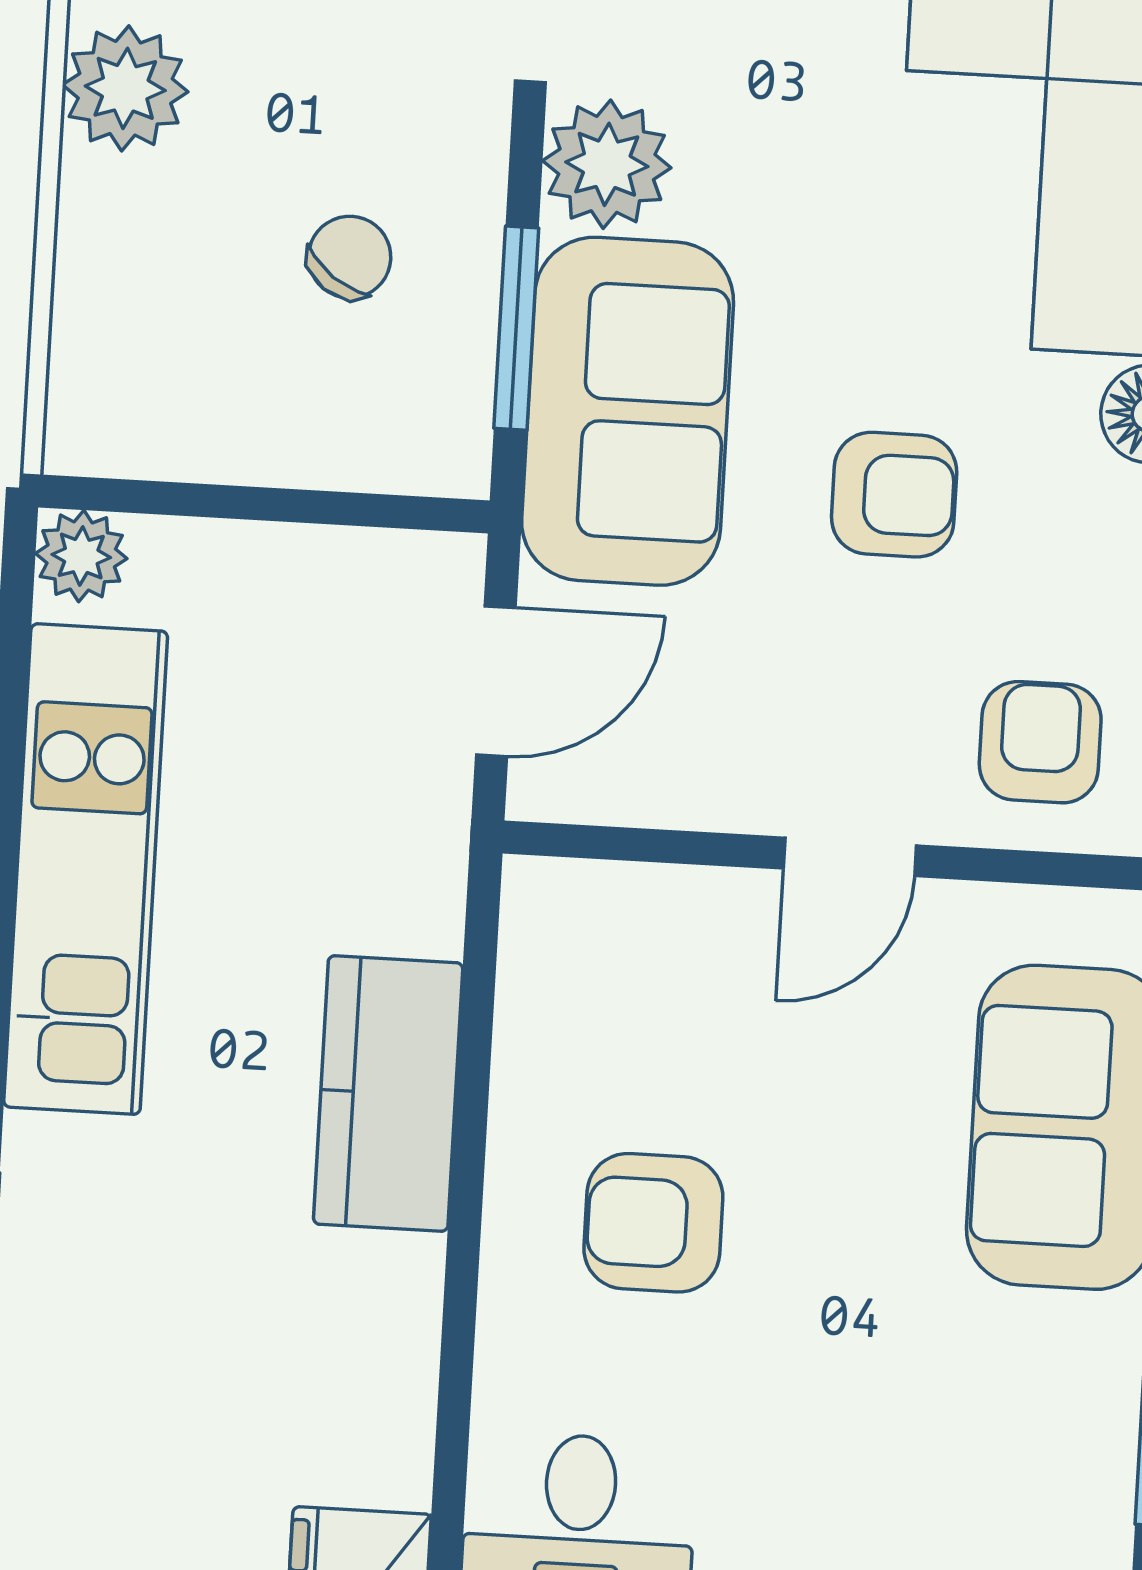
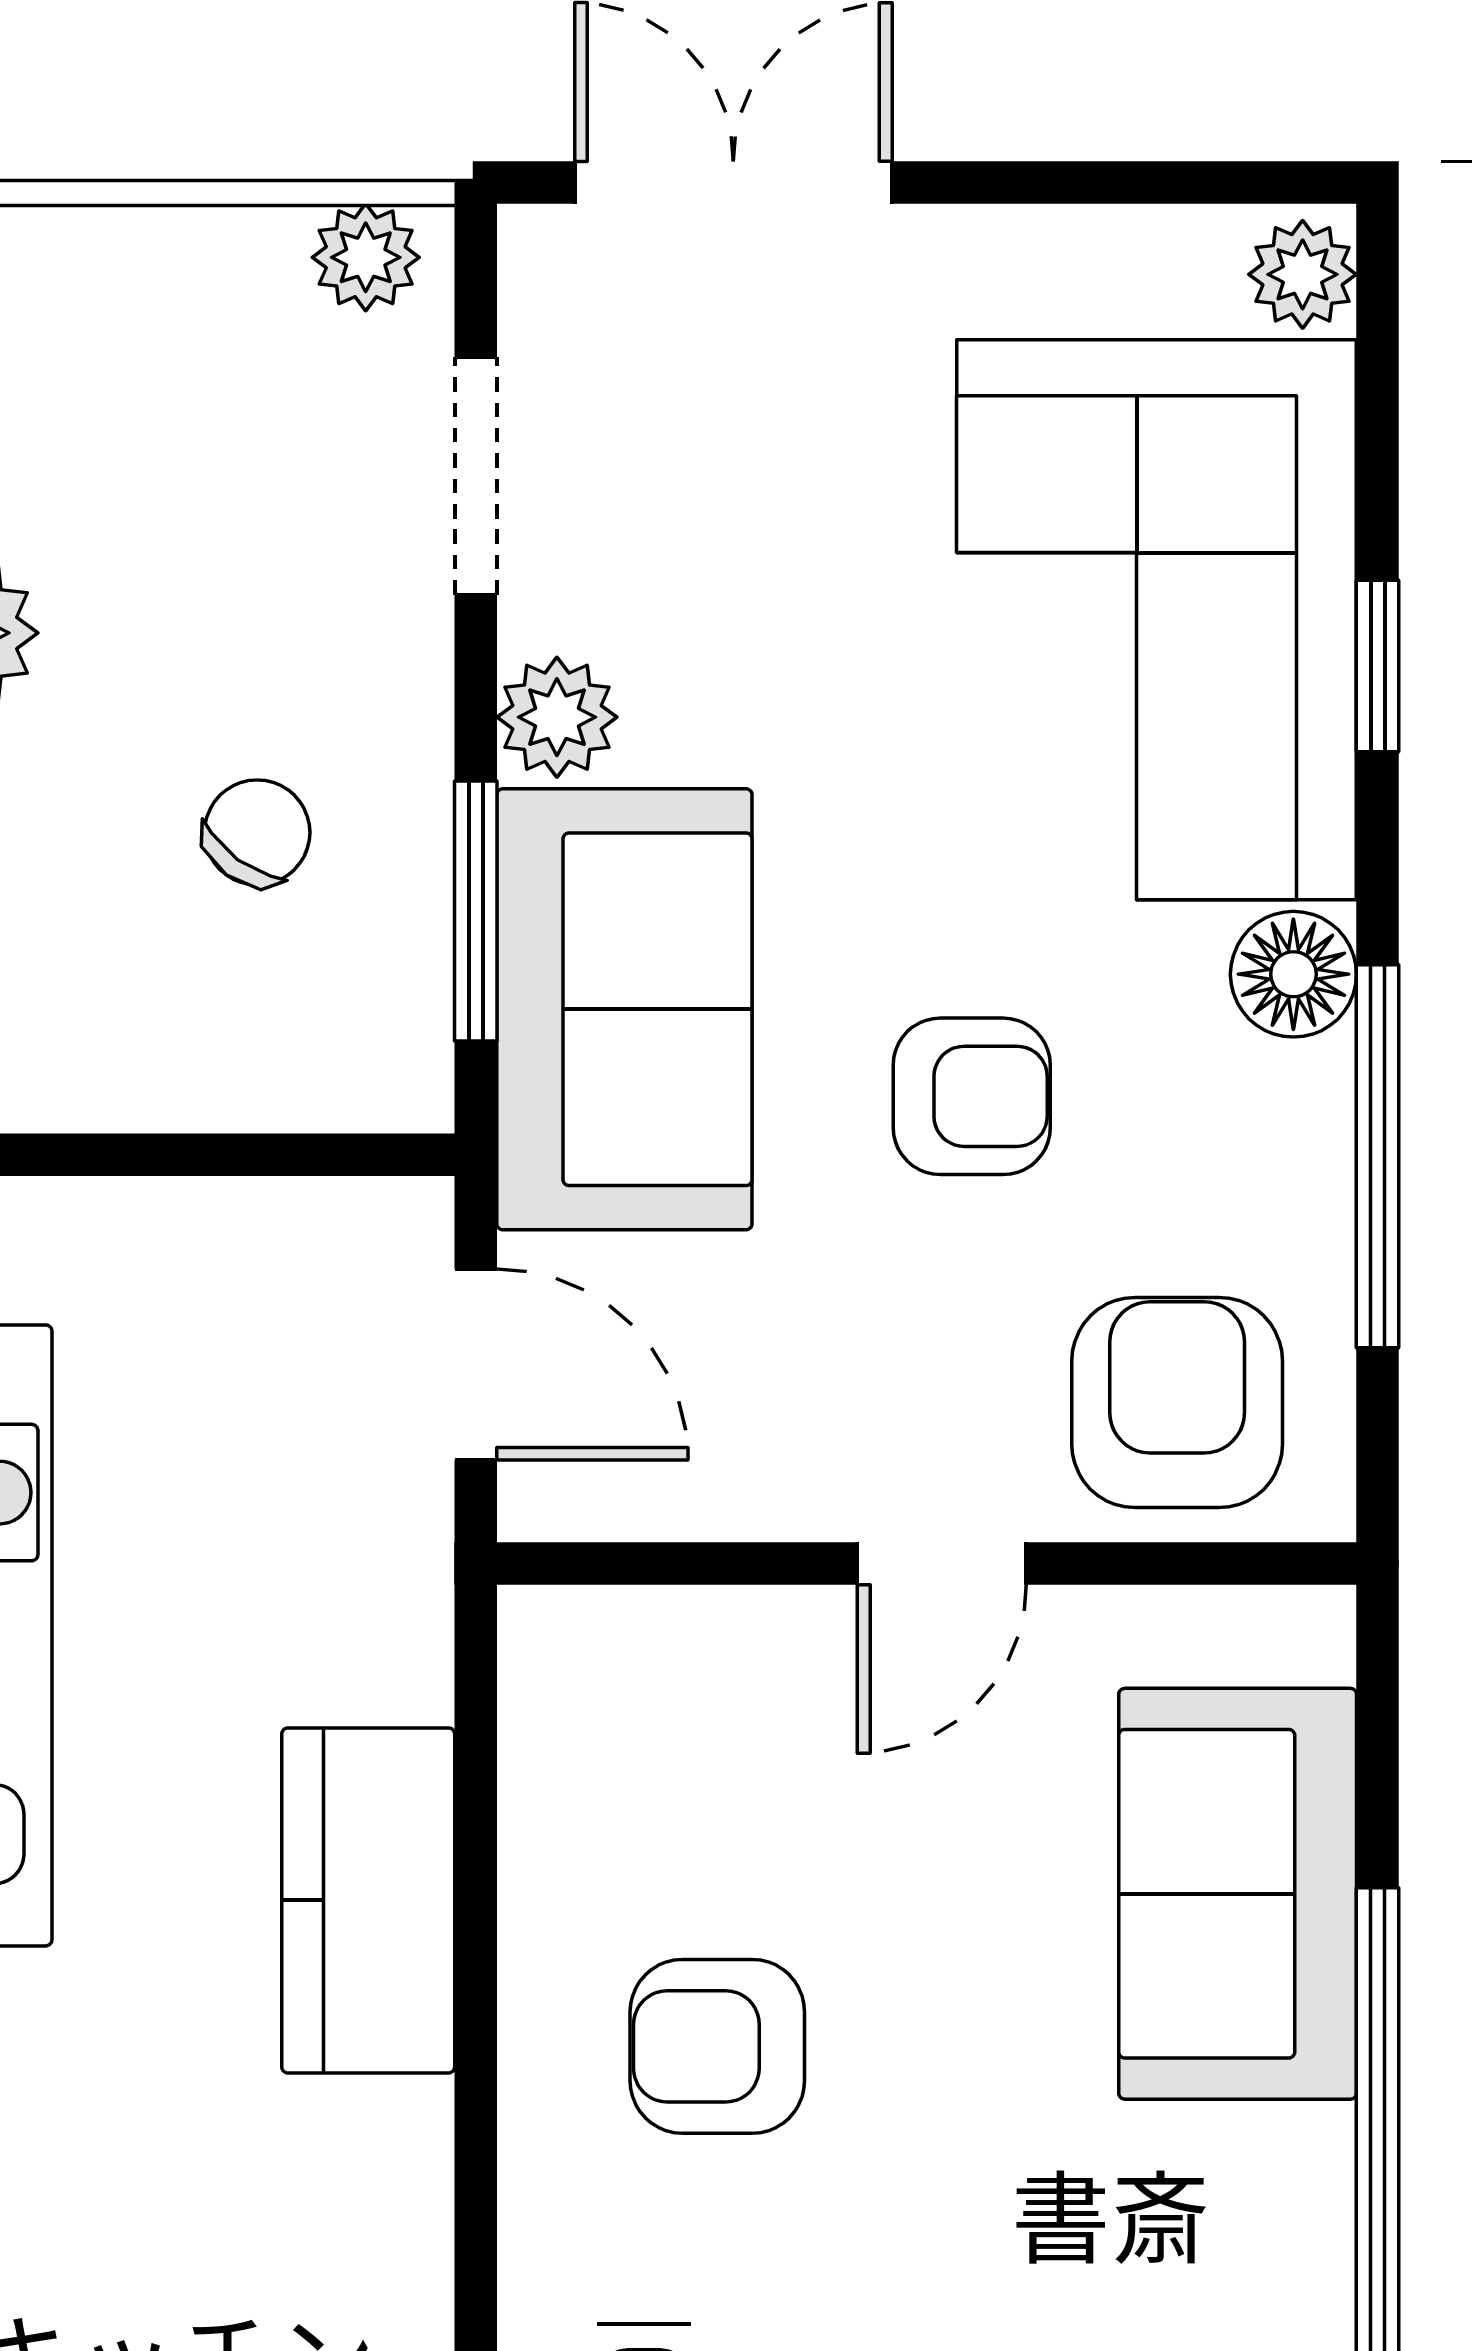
plant: (607, 164) -> (557, 717), width x0.73, depth x0.73
door: (496, 681) -> (476, 1365), hinge flipped
armchair: (1040, 742) -> (1177, 1403), width x1.38, depth x1.38

